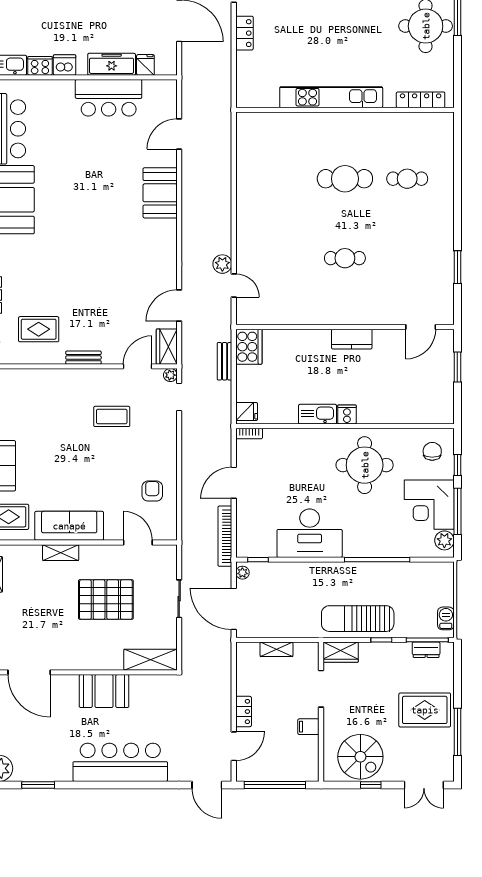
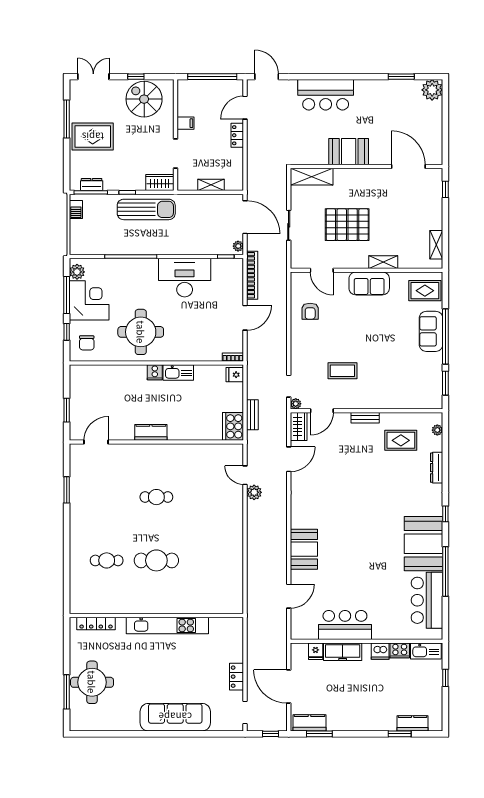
sofa: (69, 526) -> (369, 283), width x0.73
bar counter: (120, 762) -> (326, 95), width x0.73

